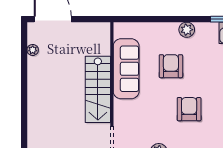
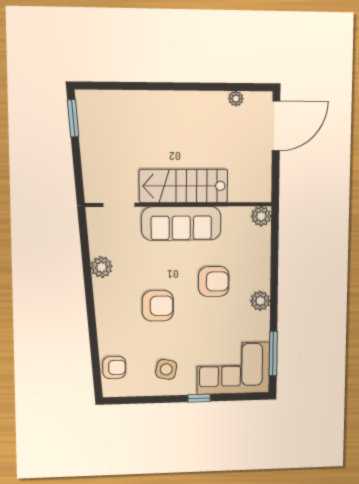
plant: (121, 30) -> (261, 216), added
sofa: (126, 69) -> (181, 223), moved

